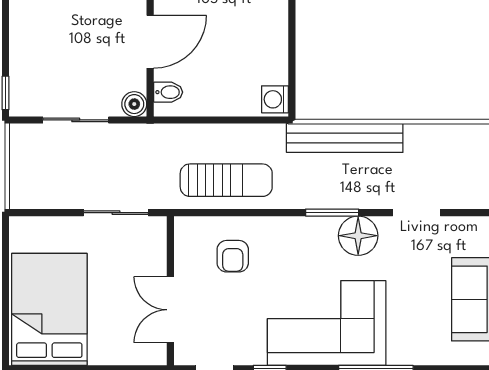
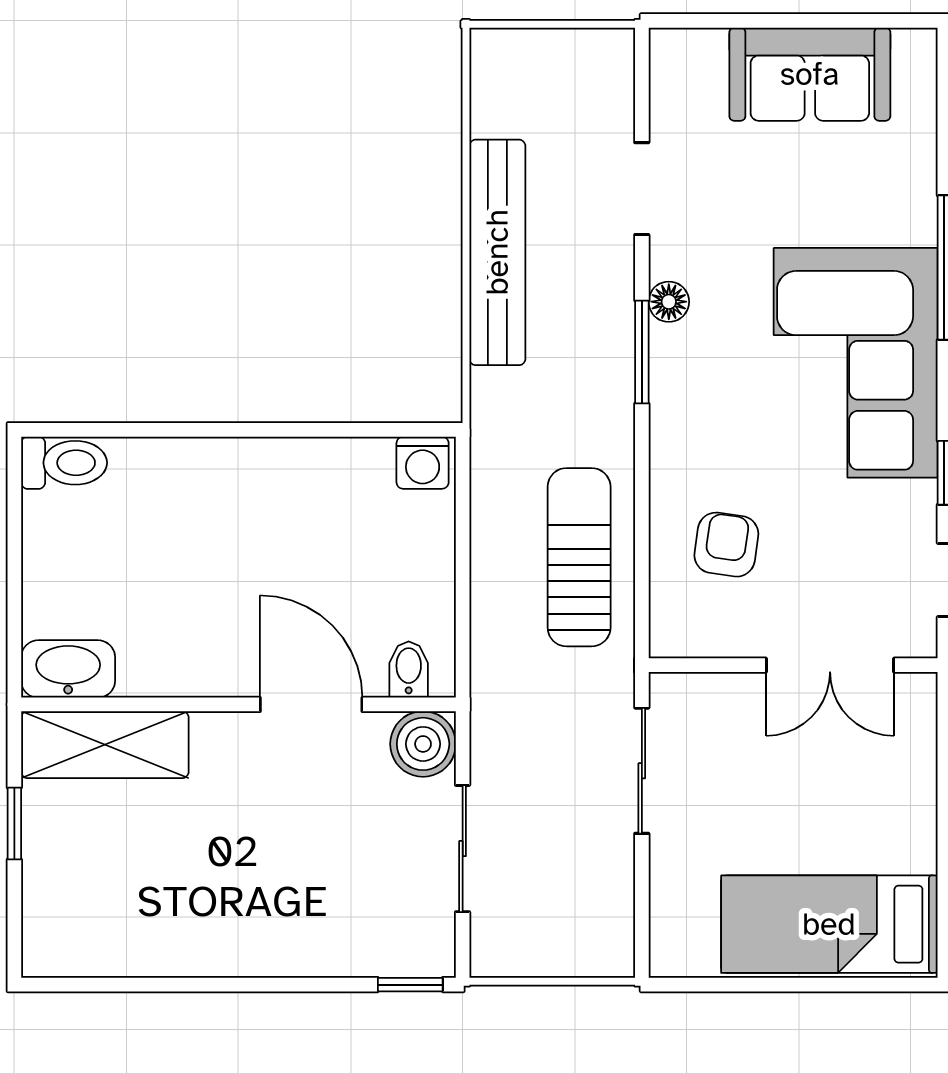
boiler: (134, 104) -> (423, 744), width x1.36, depth x1.36
bench: (345, 138) -> (497, 252), moved
floor lamp: (358, 236) -> (669, 302), width x0.53, depth x0.53
armchair: (233, 256) -> (726, 545), turned -82
bed: (49, 309) -> (829, 924), width x0.67

